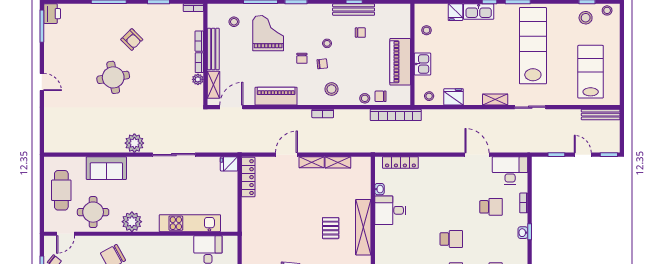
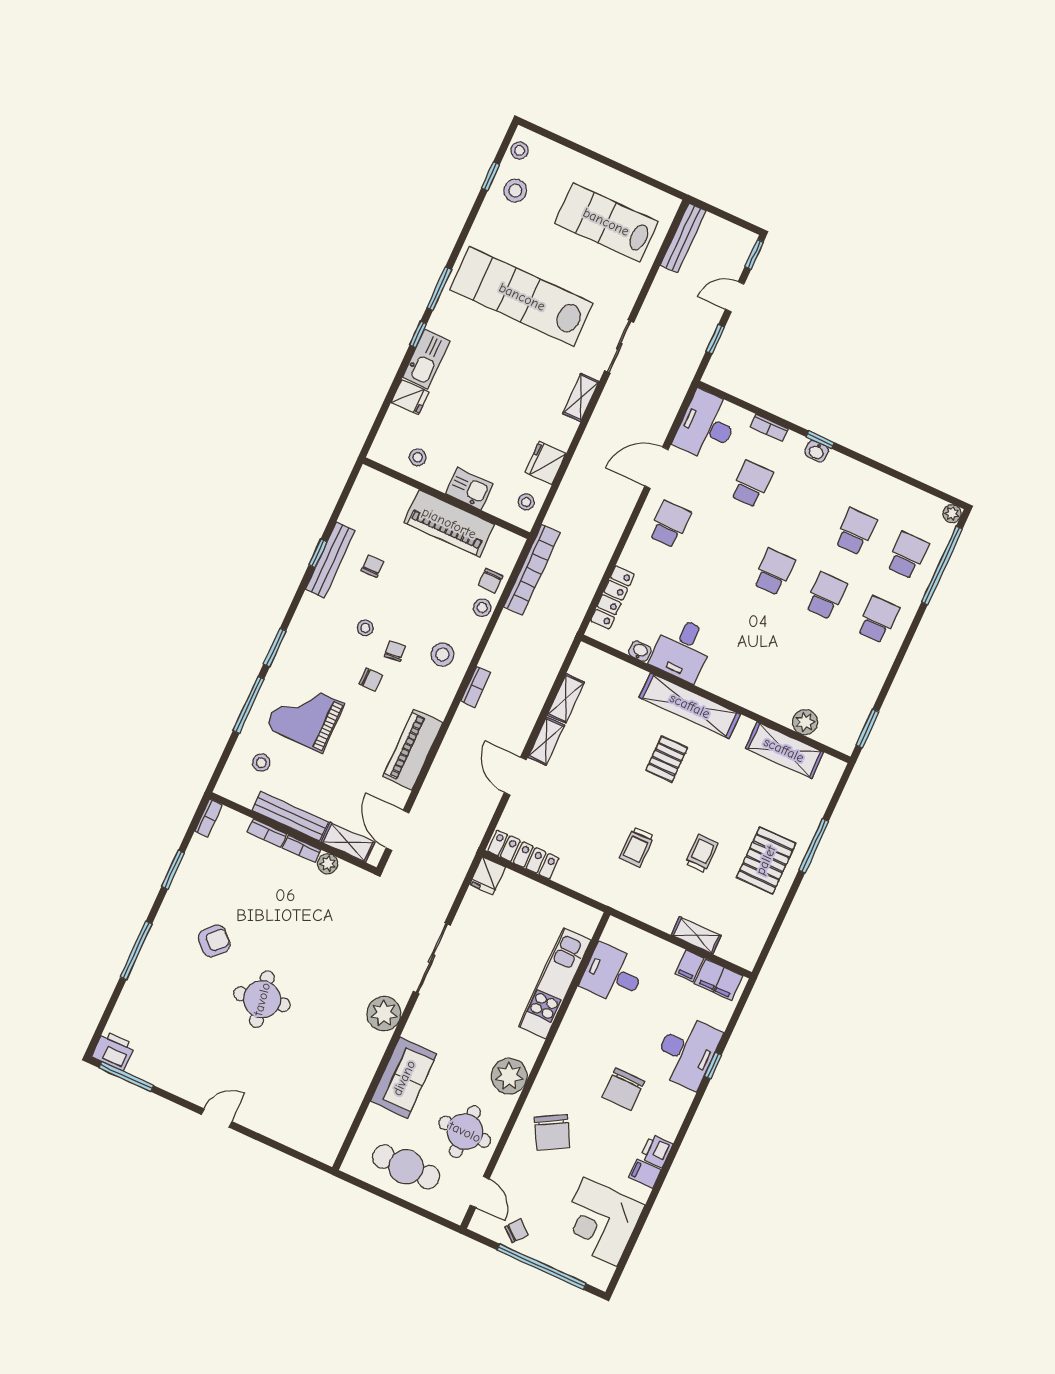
school desk: (451, 175) -> (670, 524), added
pallet: (331, 228) -> (667, 759), turned 90
trolley: (279, 233) -> (637, 847), added

